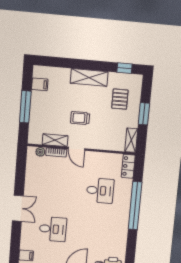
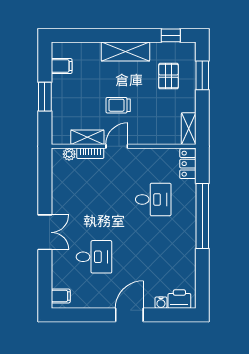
window: (25, 107) -> (45, 97), width x0.69
window: (144, 114) -> (202, 75), moved
door: (76, 149) -> (117, 146), swing flipped

